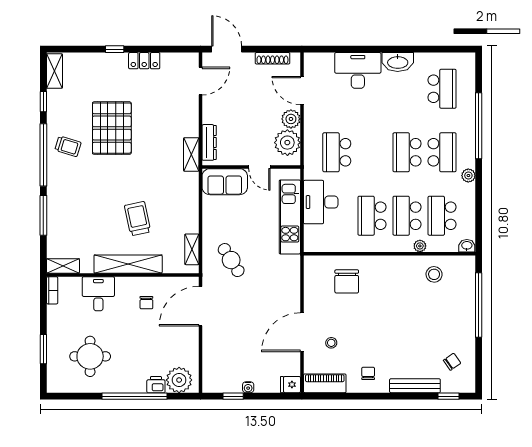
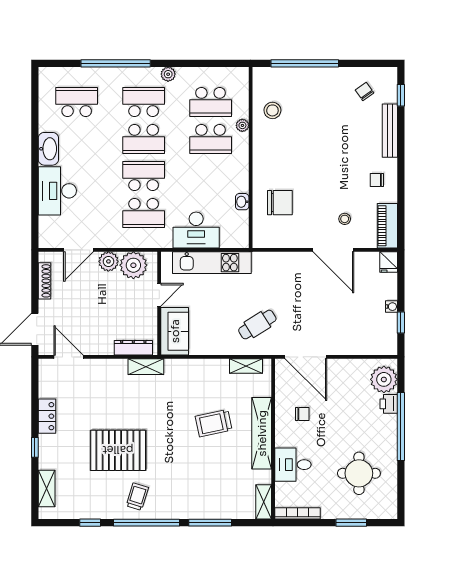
shelving: (54, 71) -> (47, 488), moved, turned 90
school desk: (372, 216) -> (144, 176), moved, turned 180
washbasin: (467, 246) -> (242, 202), moved
bookcase: (52, 290) -> (297, 513), width x1.56

